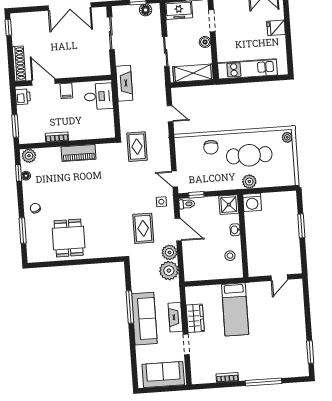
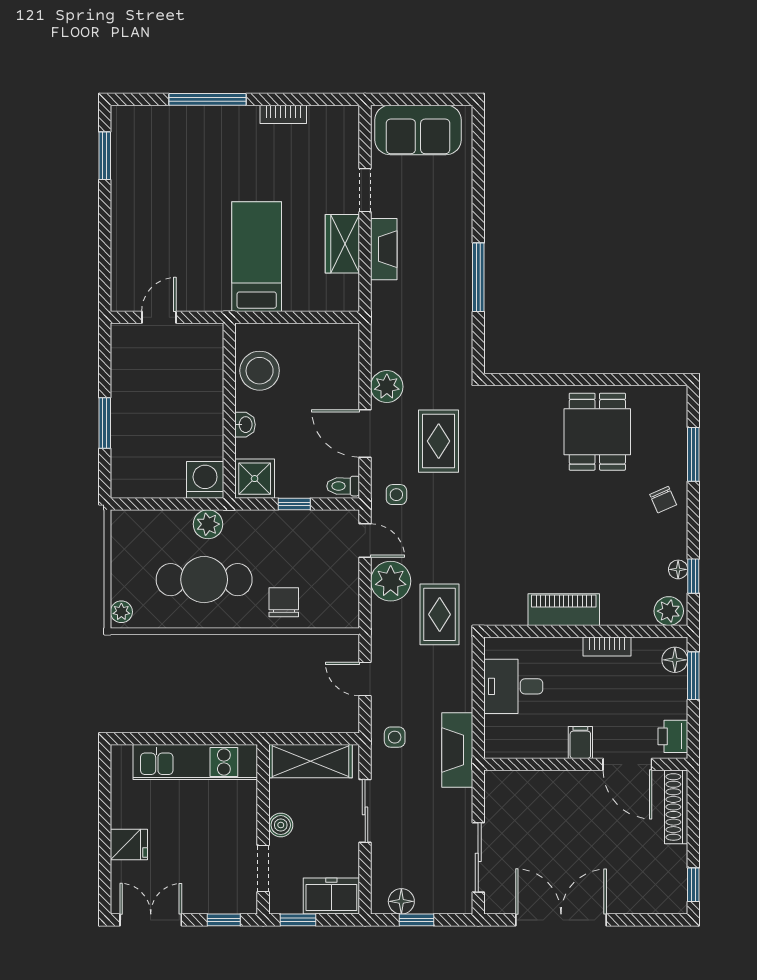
side table: (154, 87) -> (395, 737), added
desk: (99, 96) -> (513, 686), moved
floor lamp: (24, 133) -> (675, 660), added
window: (196, 195) -> (294, 504), moved
stool: (230, 256) -> (260, 371), width x1.89, depth x1.89
plant: (169, 271) -> (391, 581), moved
sofa: (144, 319) -> (449, 251), removed

